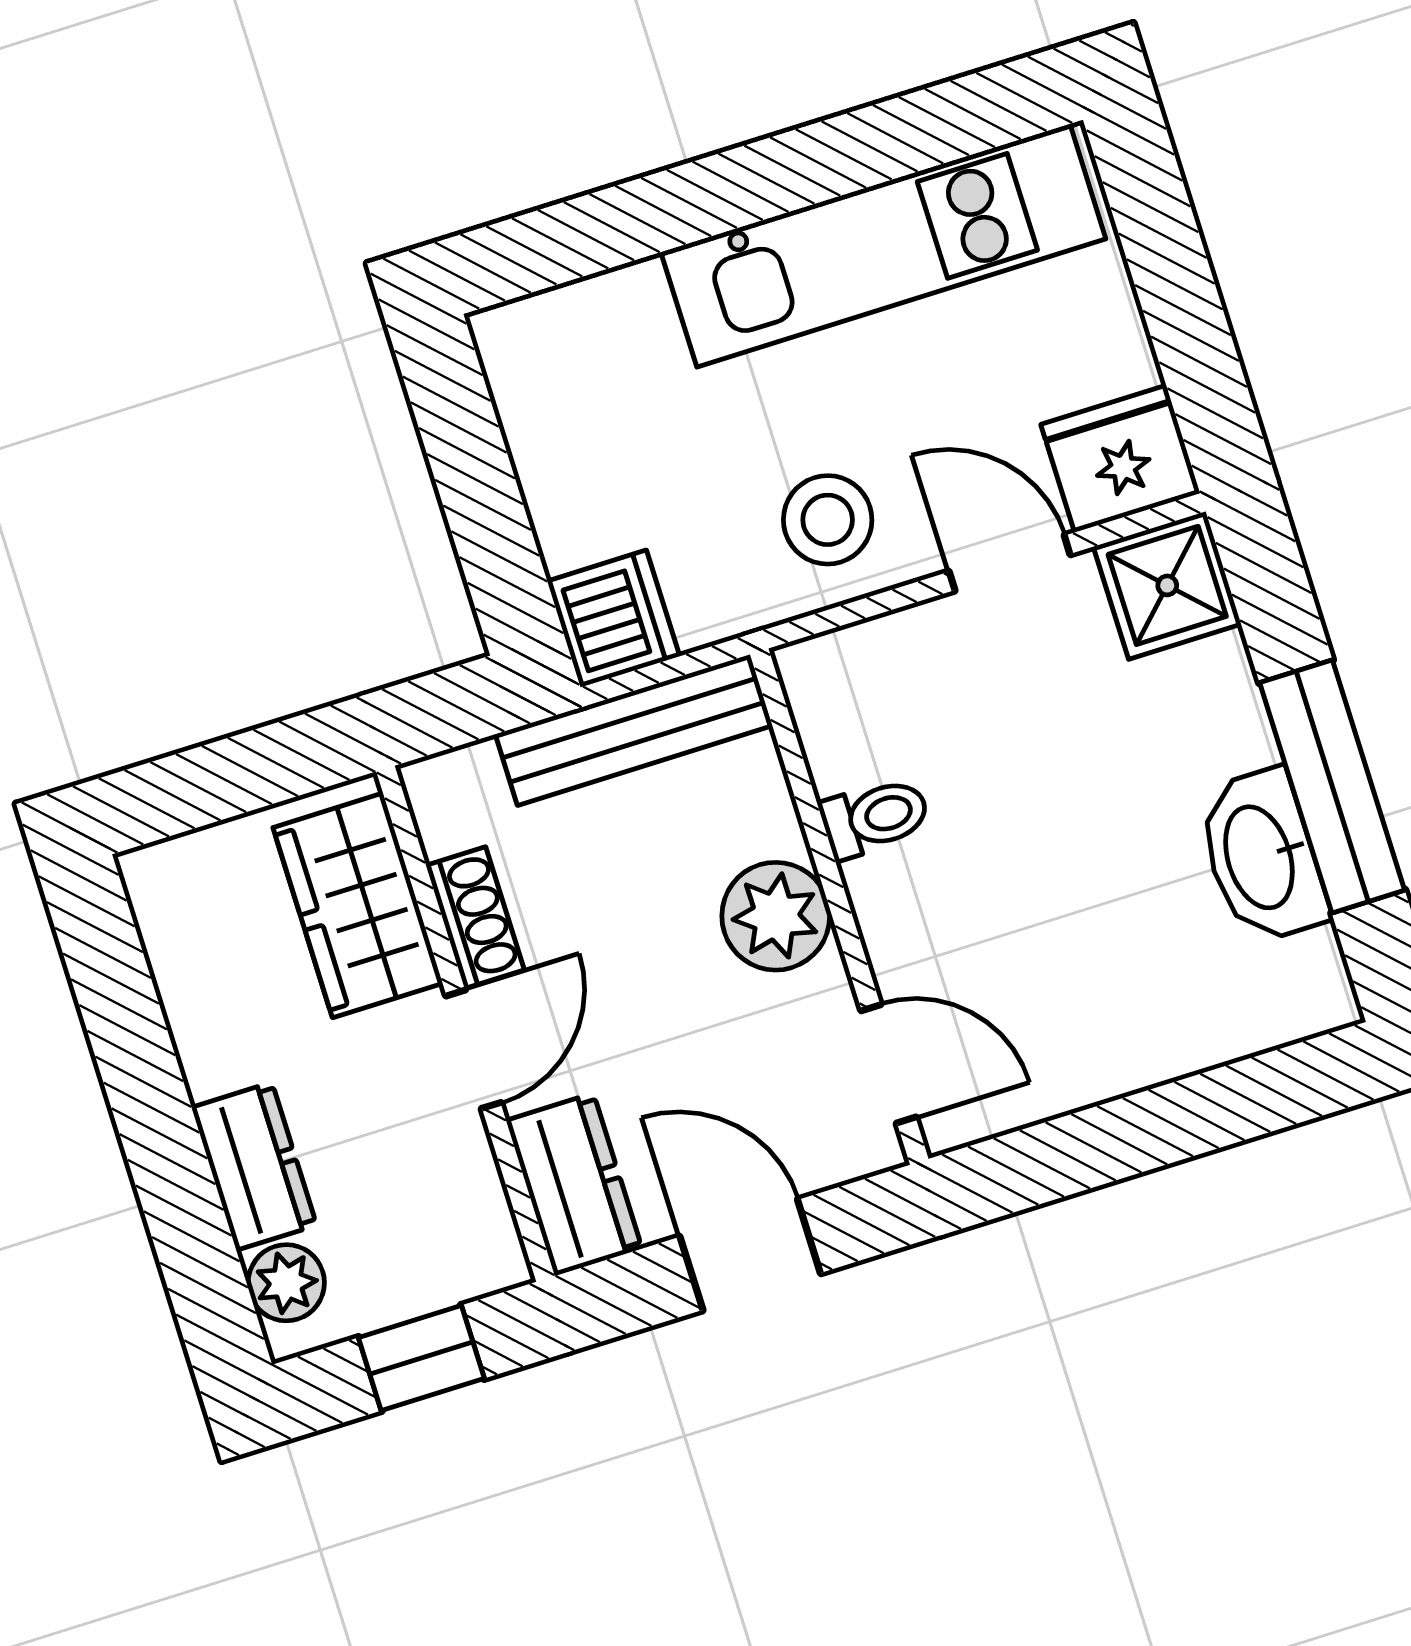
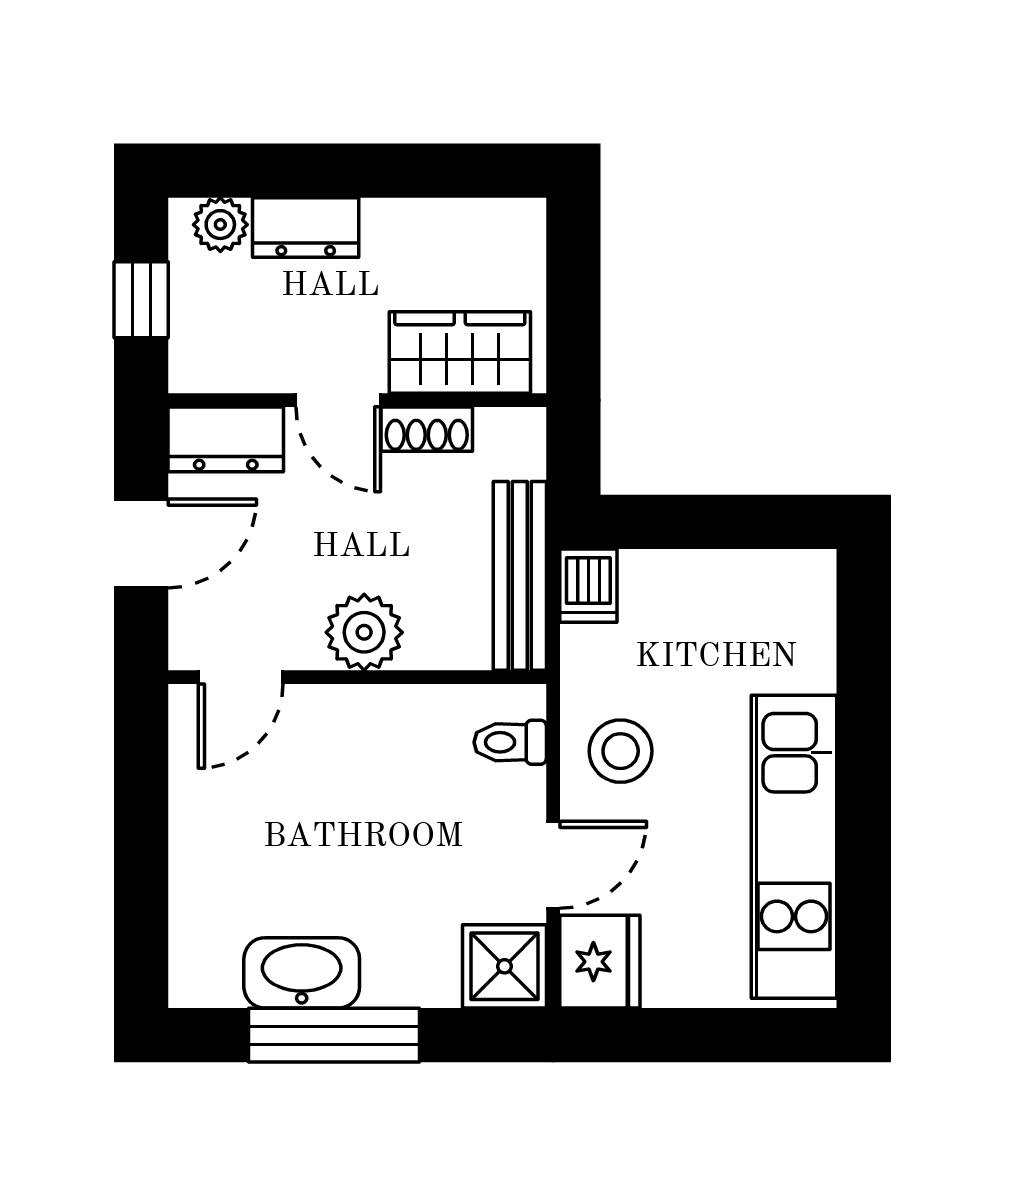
dishwasher: (613, 619) -> (588, 586), width x0.73
toilet: (875, 817) -> (510, 742), moved, turned 90

